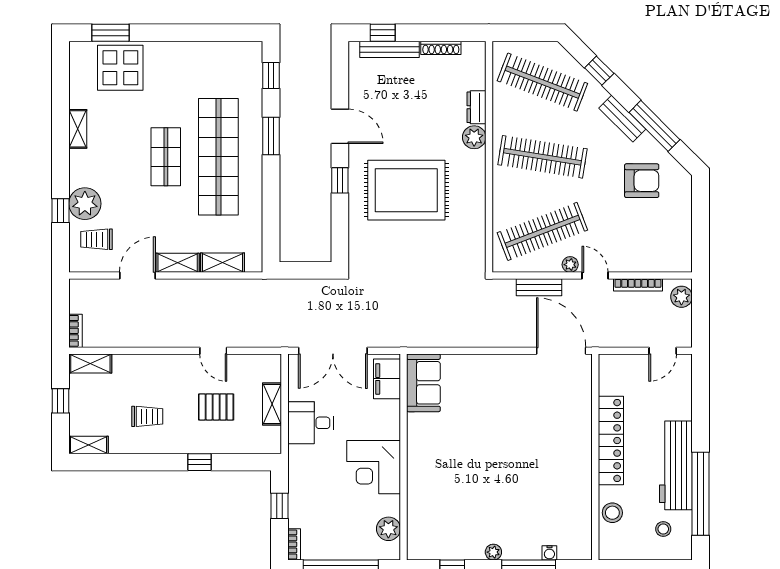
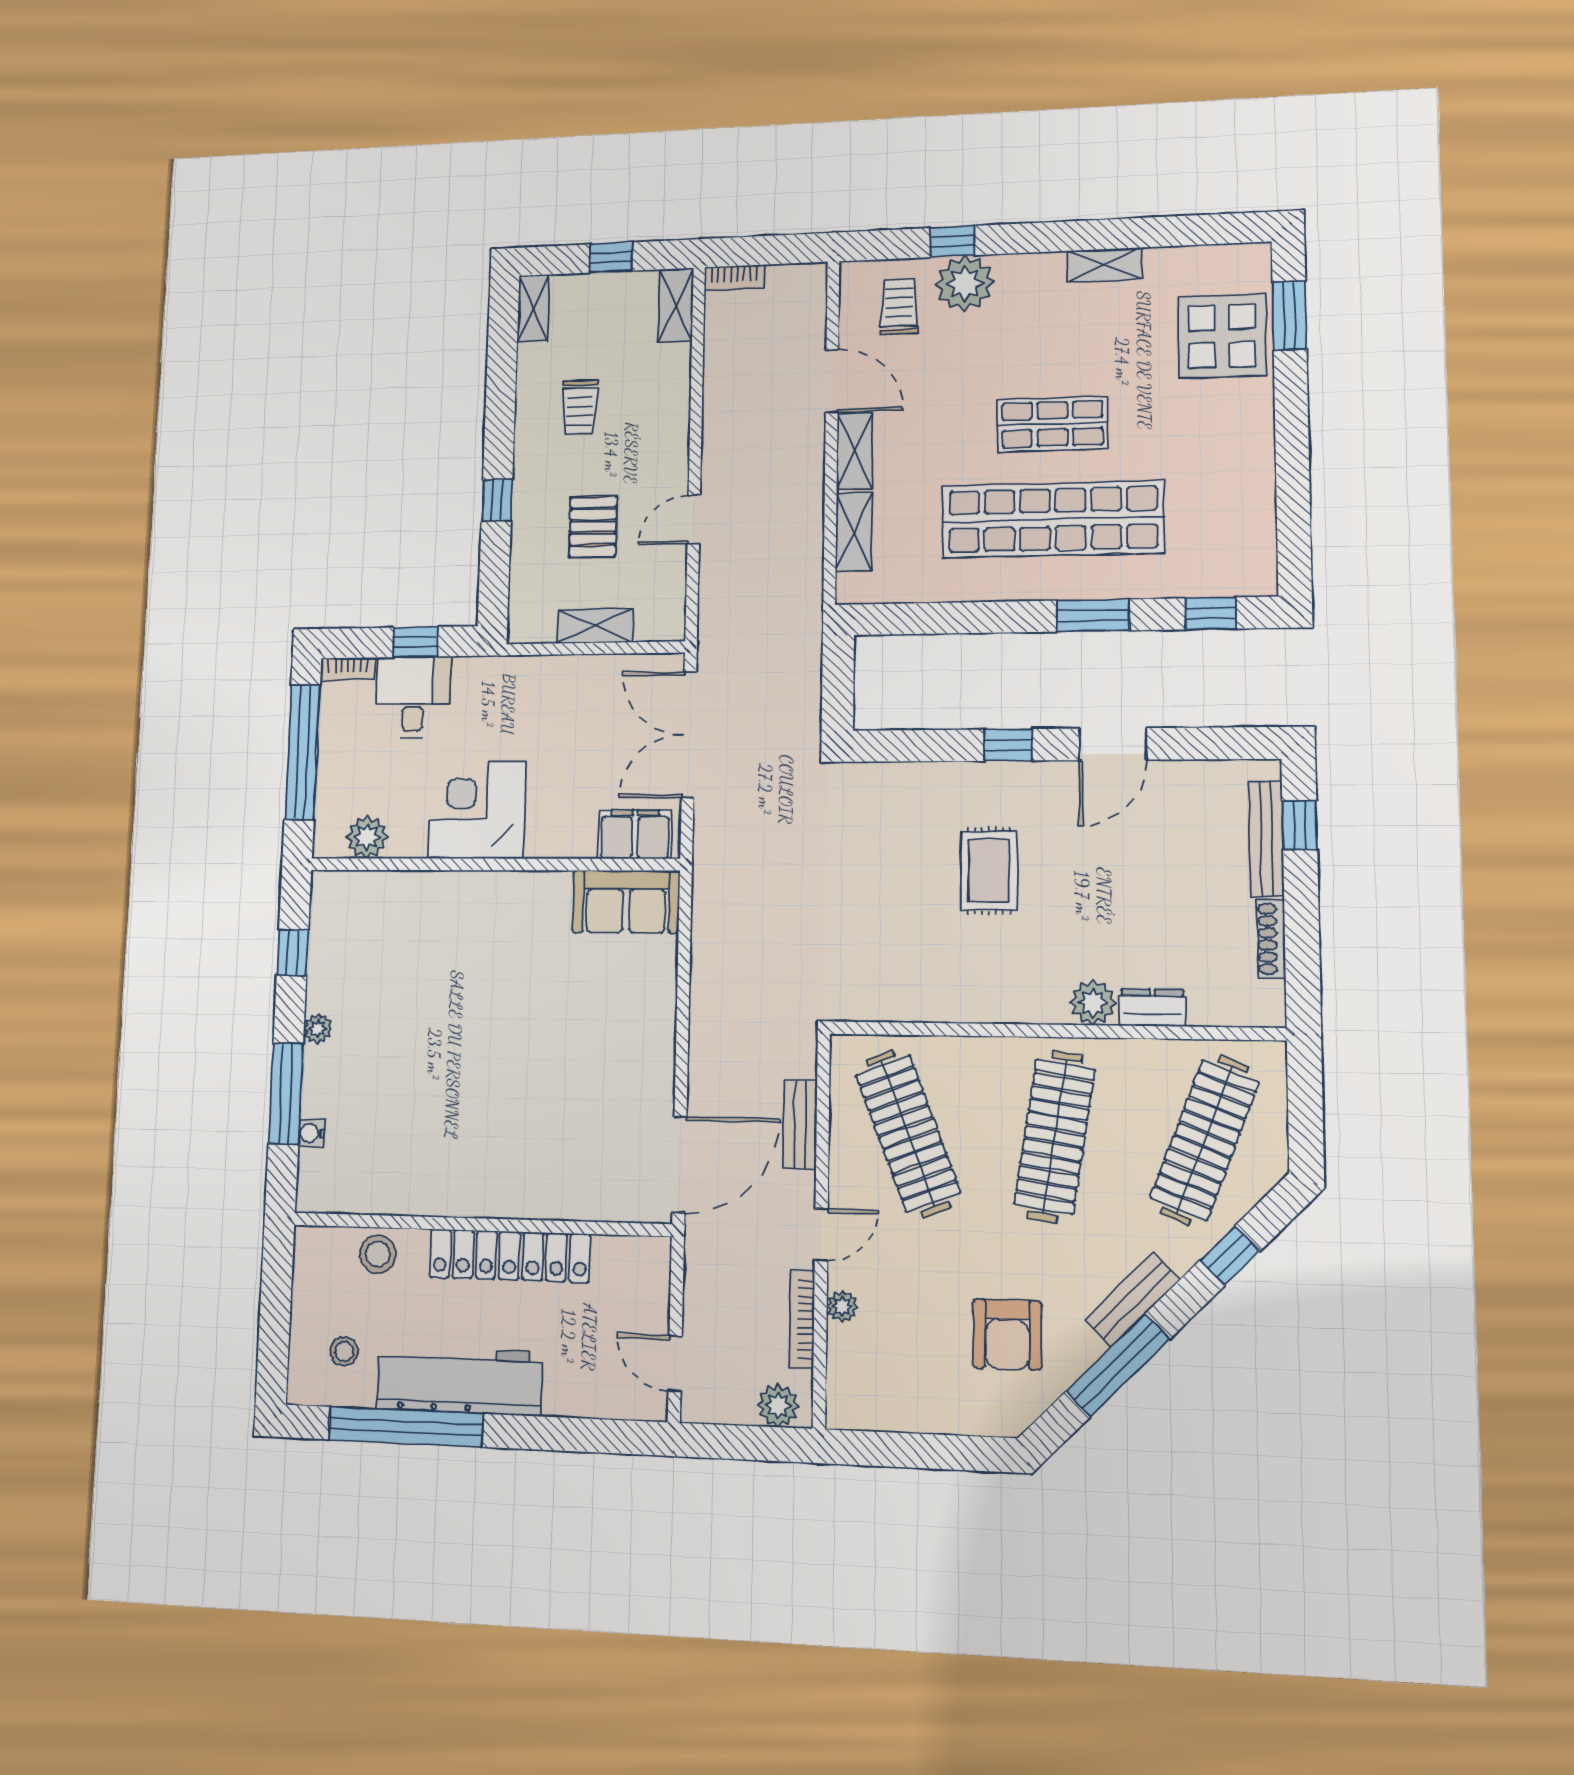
rug: (406, 190) -> (989, 871), width x0.54, depth x0.49
plant: (570, 265) -> (842, 1306), moved
desk: (311, 423) -> (413, 697), moved

